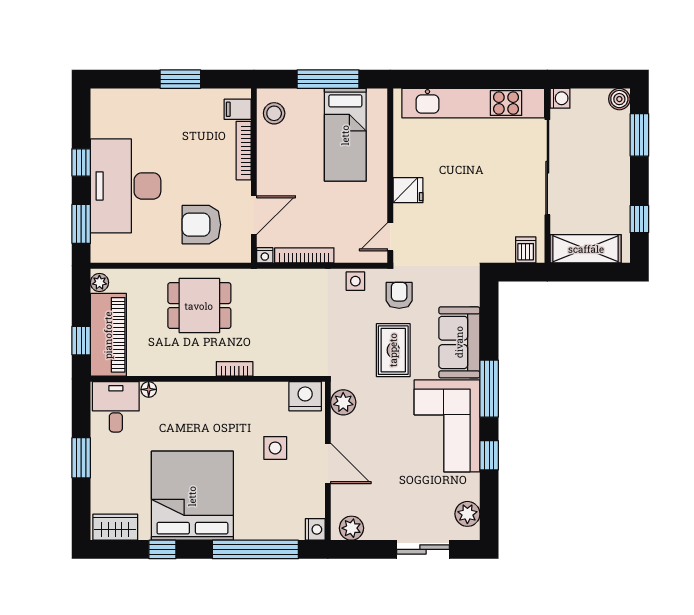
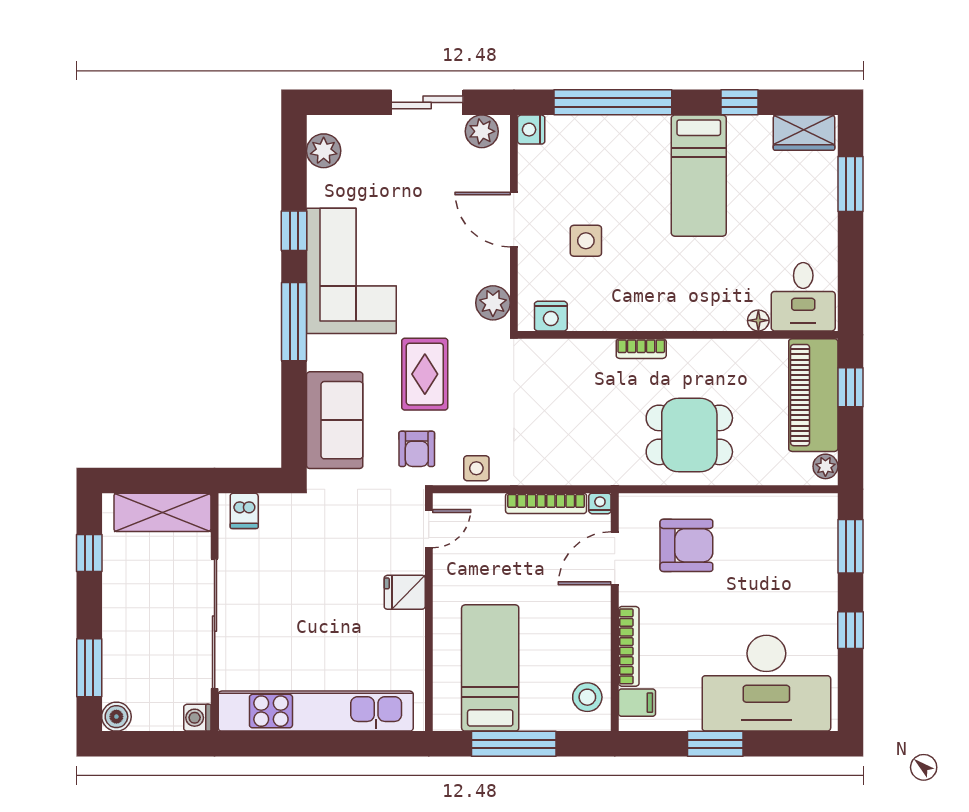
desk: (126, 186) -> (766, 683), moved, turned 90
sofa: (459, 342) -> (335, 420), moved
nightstand: (305, 396) -> (551, 316), width x0.74, depth x0.75
window: (81, 458) -> (850, 184), moved
bed: (192, 496) -> (699, 176), width x0.49
sliding door: (423, 549) -> (427, 102), moved

